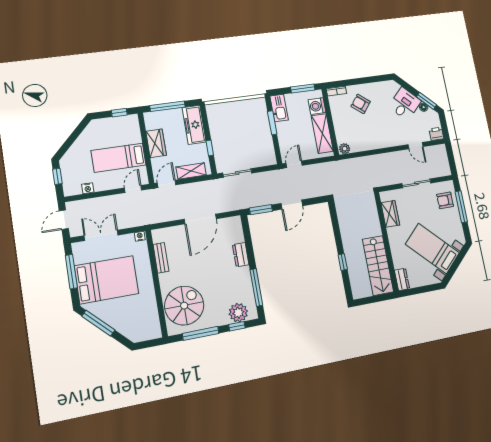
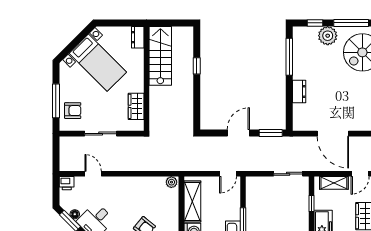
door: (200, 219) -> (333, 134), swing flipped
plant: (238, 313) -> (328, 36), moved

